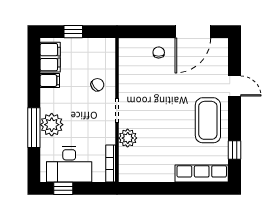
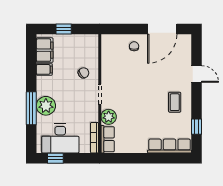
coffee table: (208, 120) -> (175, 102), width x0.54, depth x0.58
row of seats: (127, 165) -> (108, 139), added

